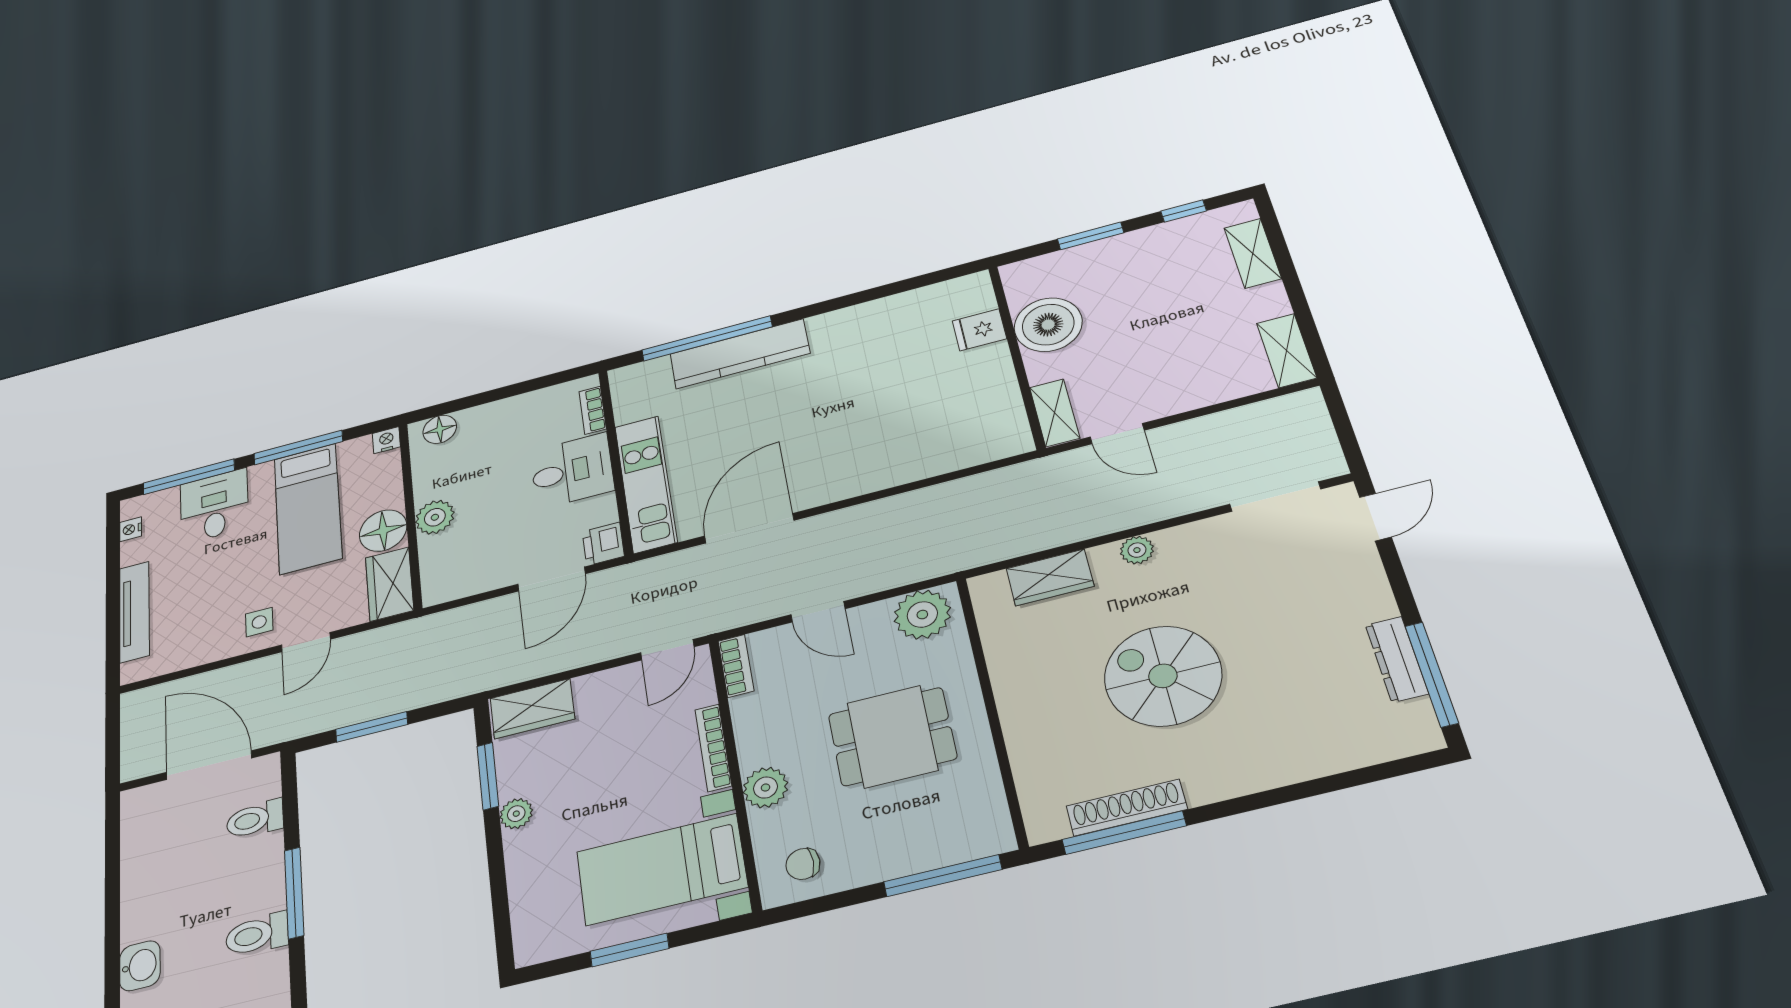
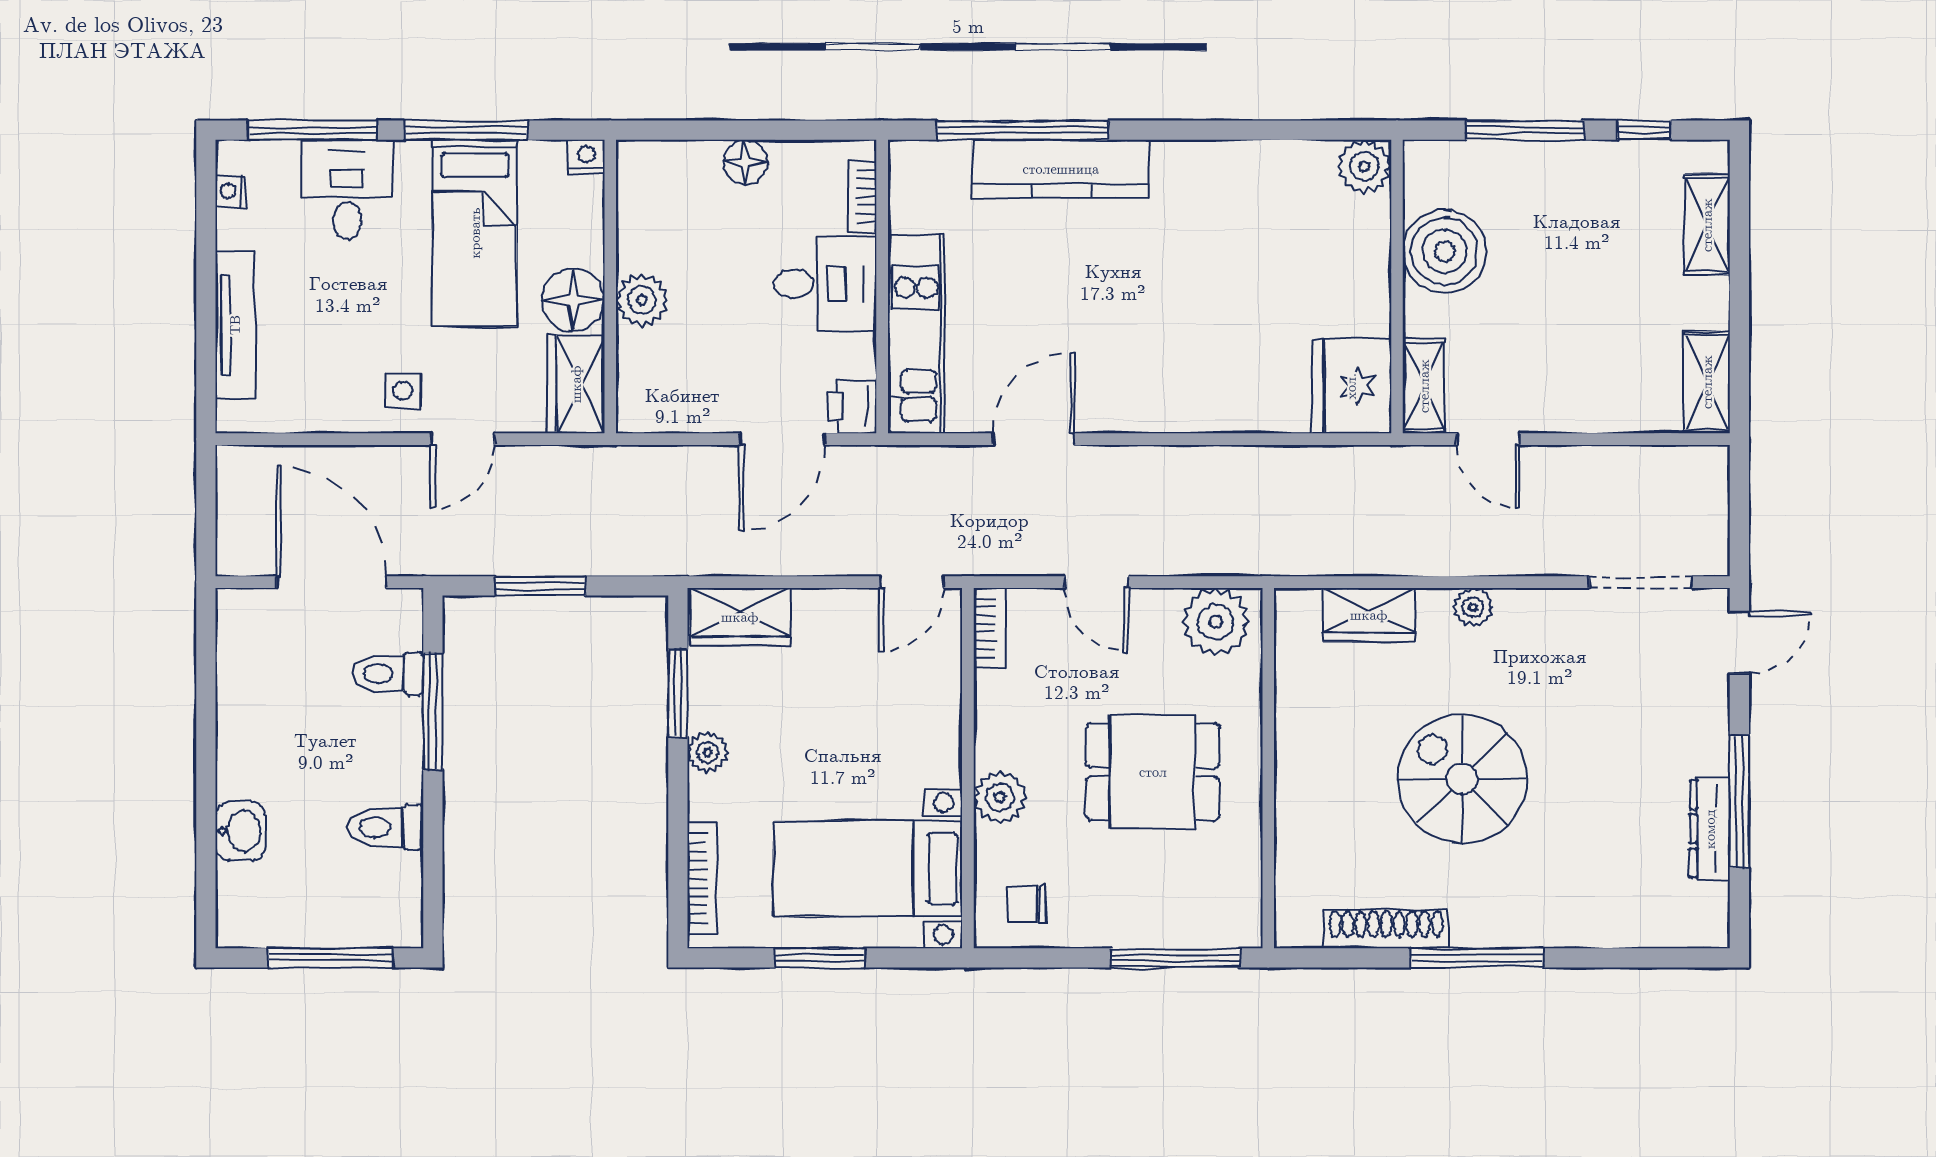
window: (1091, 236) -> (1525, 130), width x1.44
plant: (972, 290) -> (1364, 166), added
fridge: (979, 330) -> (1351, 386), moved, width x1.88, depth x1.34
floor lamp: (440, 429) -> (746, 162), moved
door: (749, 528) -> (1034, 439), width x0.73
window: (1432, 674) -> (1739, 802), moved
bookcase: (713, 748) -> (702, 878), moved, turned 180
window: (1124, 833) -> (1477, 958), moved
window: (294, 893) -> (433, 711), moved

